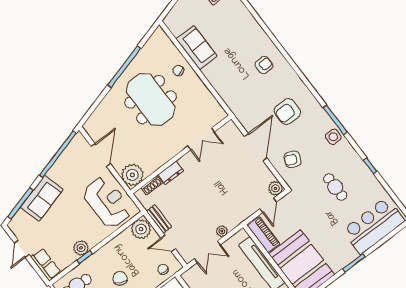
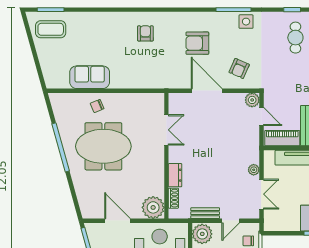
armchair: (287, 112) -> (197, 43), turned 90
cafe table: (335, 187) -> (295, 38), moved, turned 90

